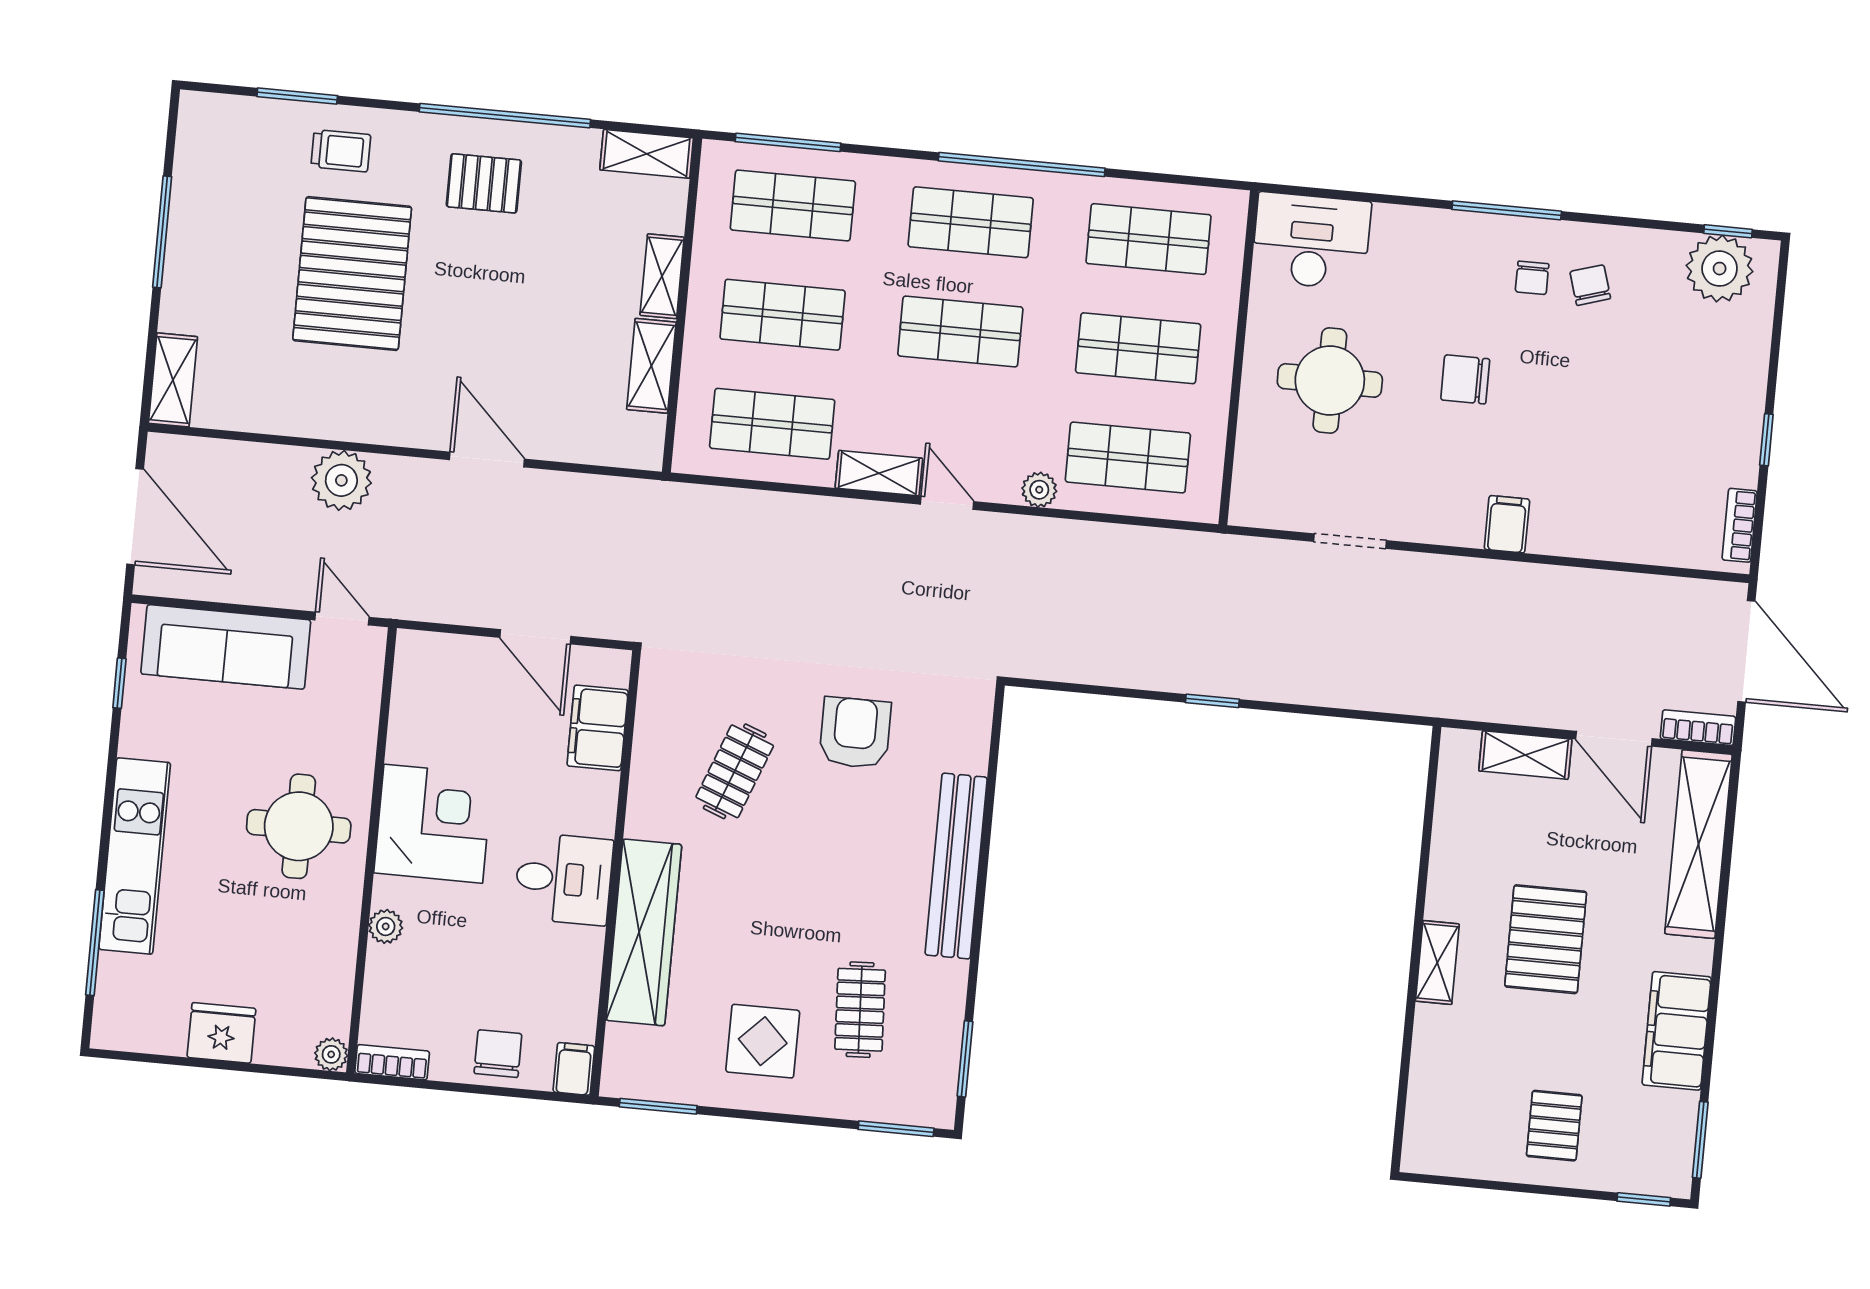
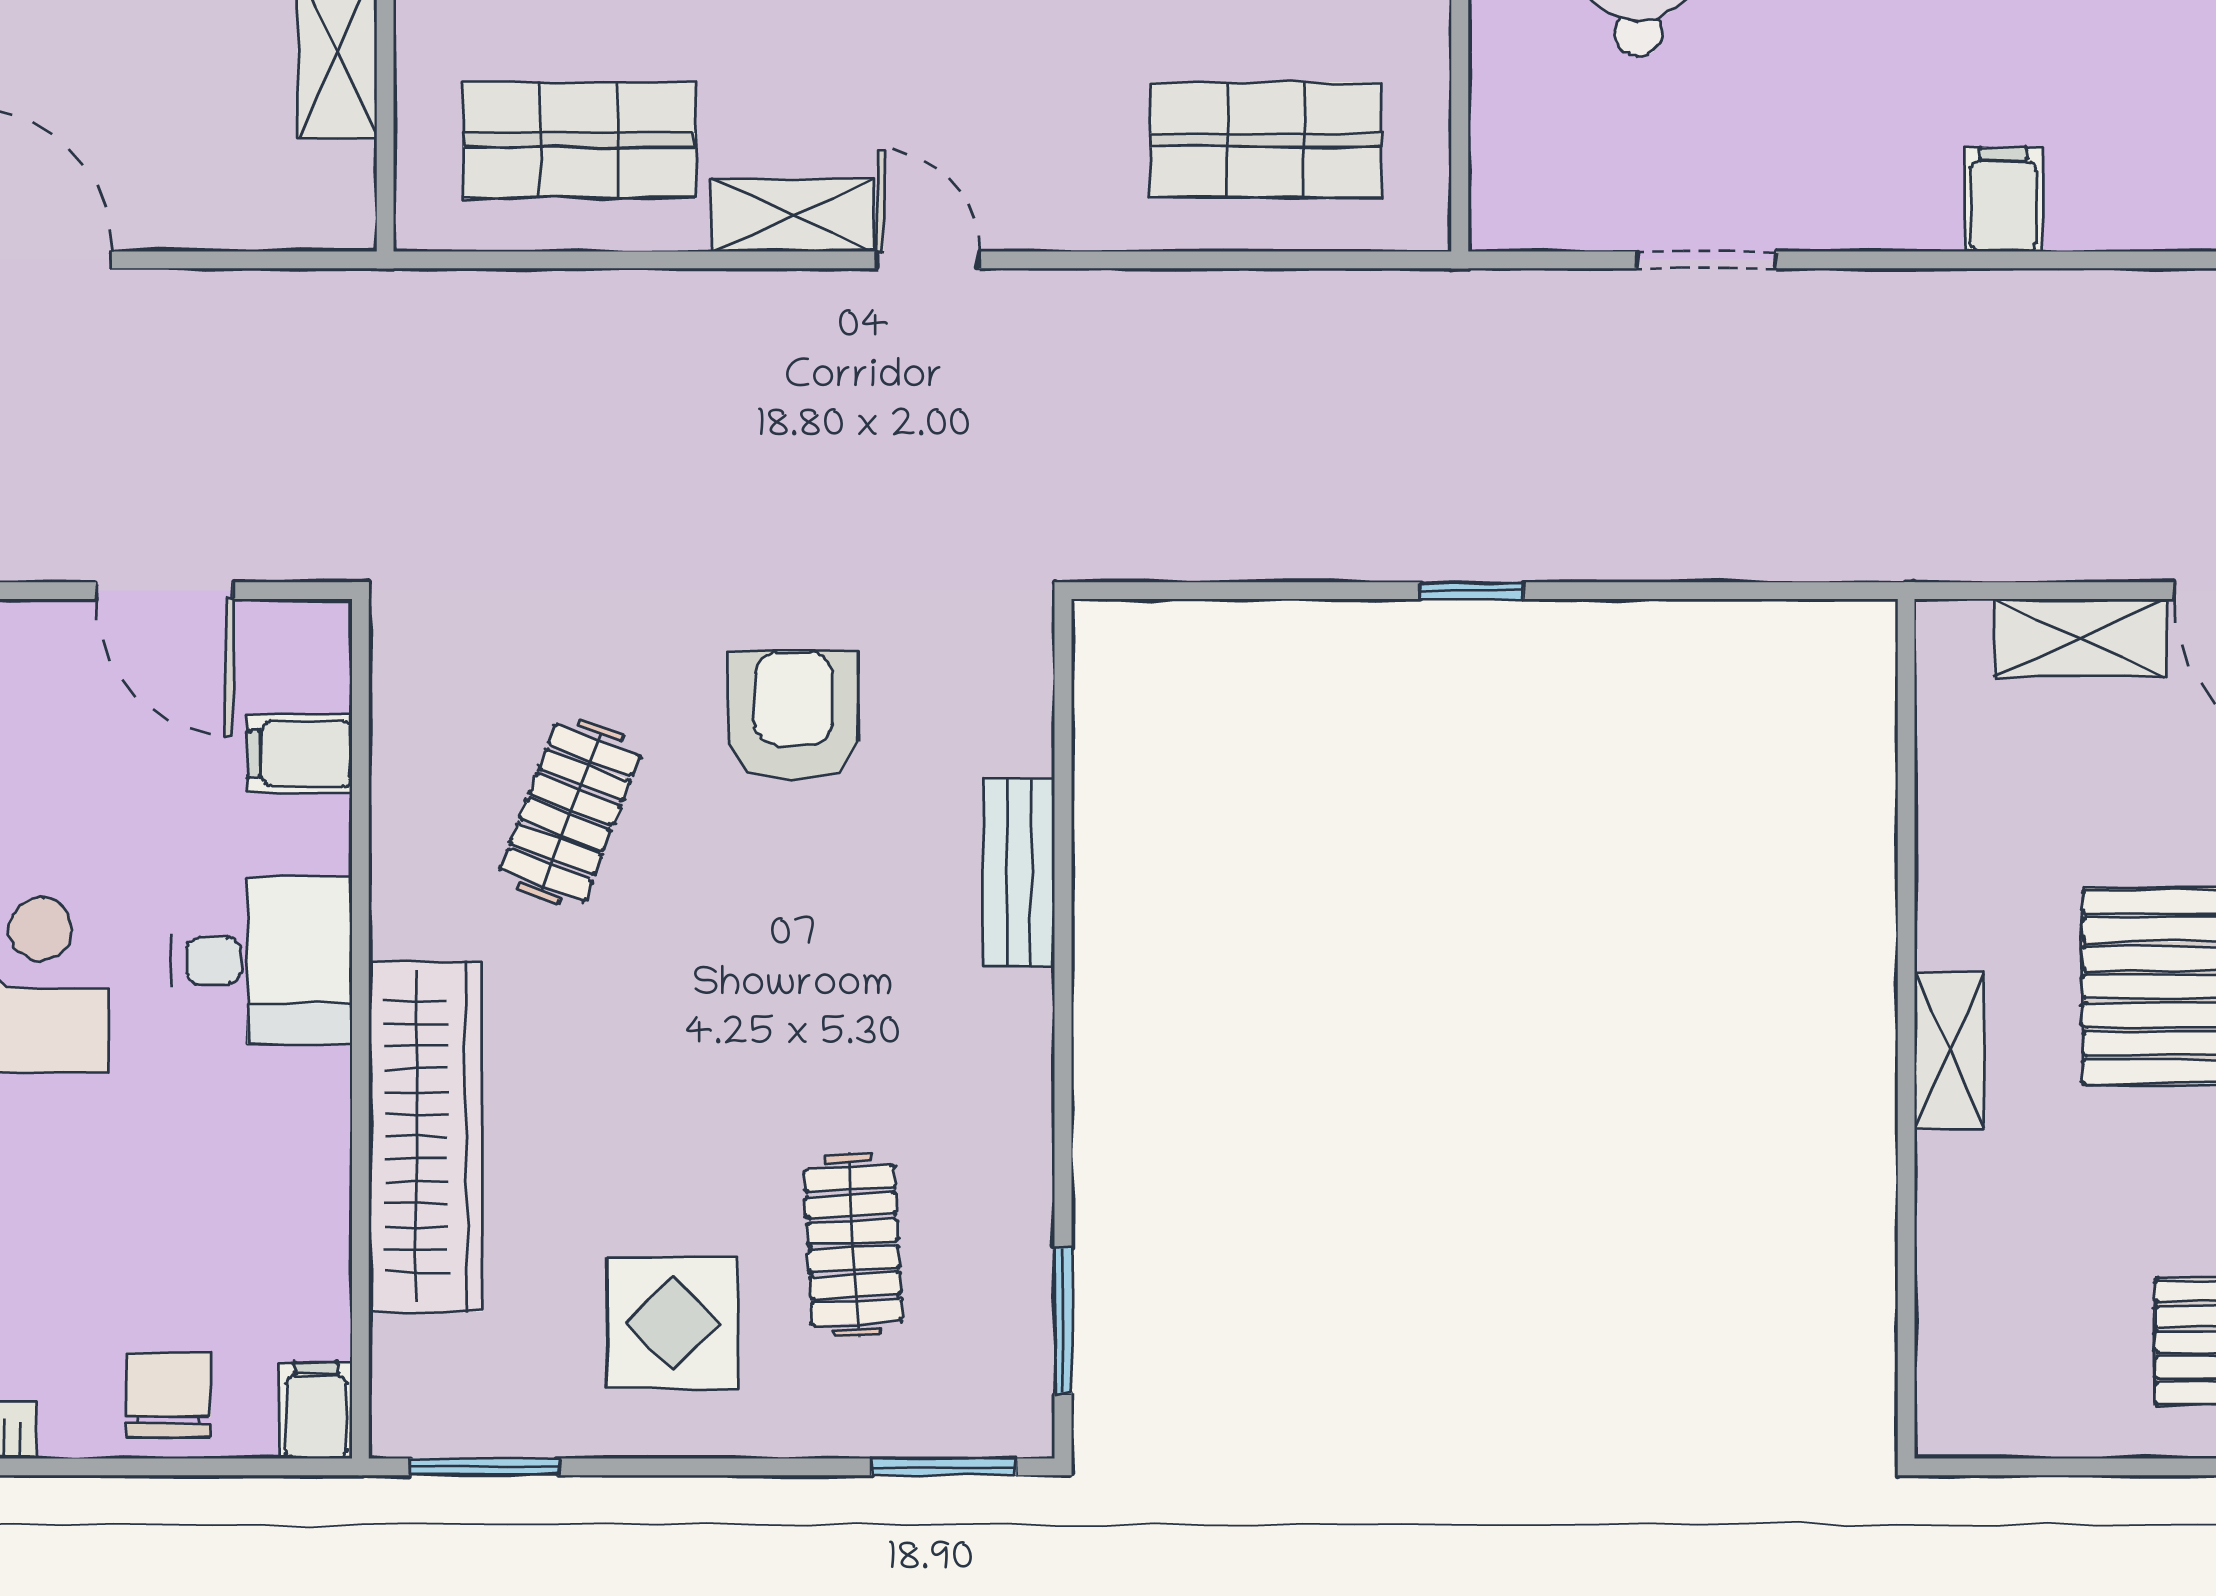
plant: (1039, 490) -> (1102, 218), removed
filing cabinet: (598, 728) -> (300, 754), width x0.50
bench: (956, 866) -> (1019, 872), width x0.54, depth x0.82
desk: (564, 879) -> (262, 961), moved

